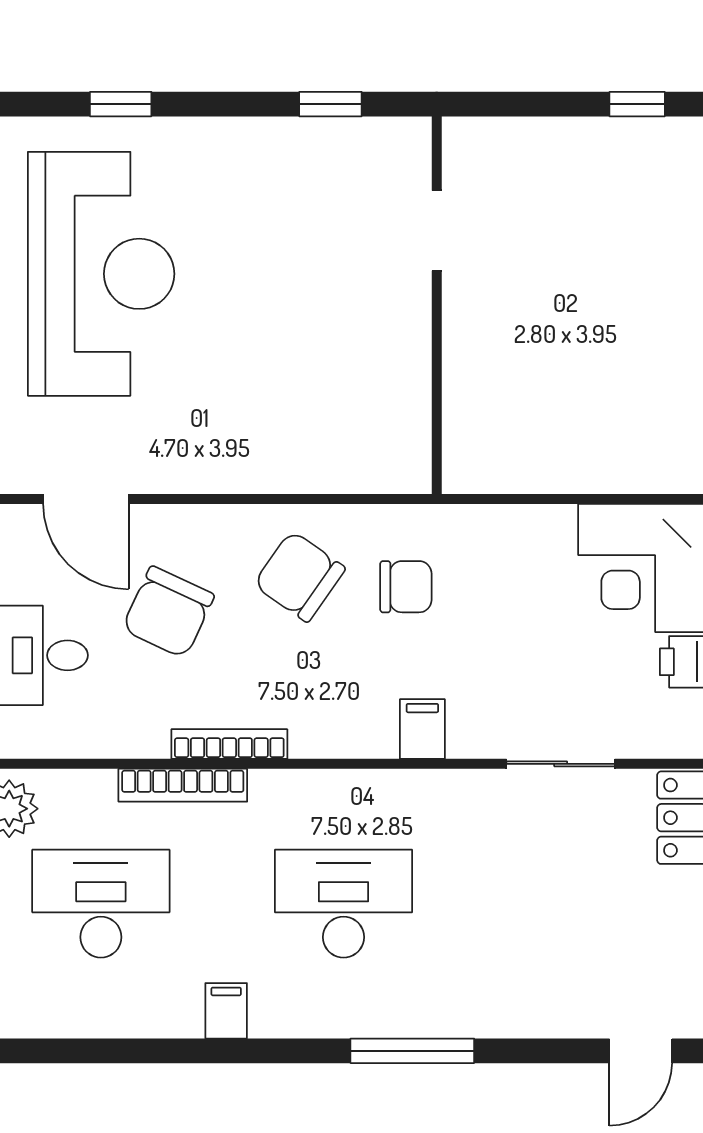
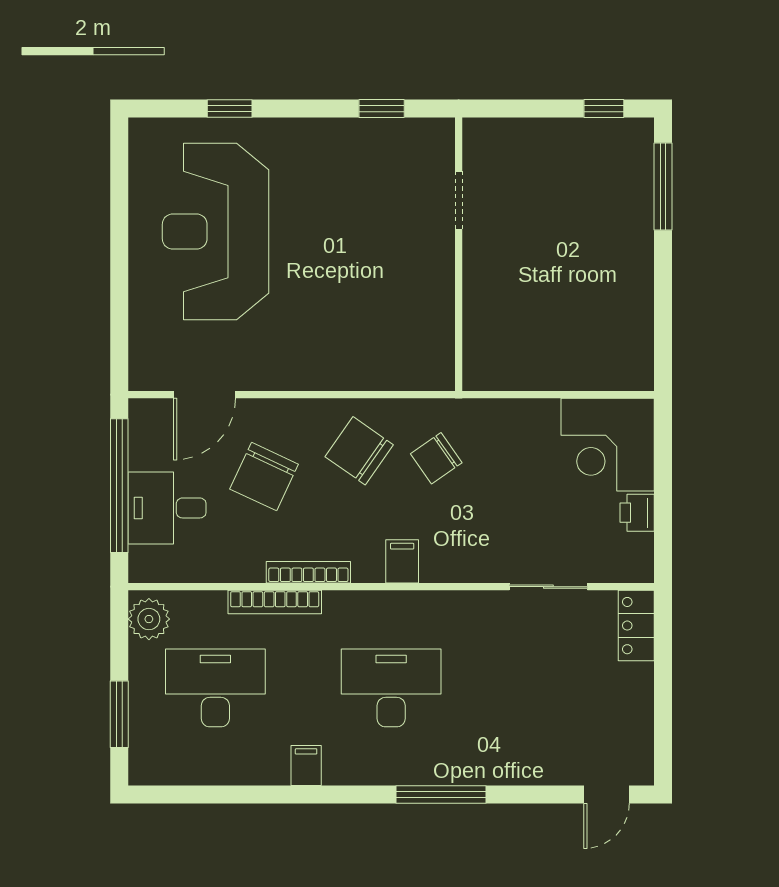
reception desk: (101, 274) -> (215, 232), turned 180
door: (86, 499) -> (204, 395), hinge flipped
chair: (406, 587) -> (436, 458), turned 145
filing cabinet: (422, 729) -> (402, 561), moved

